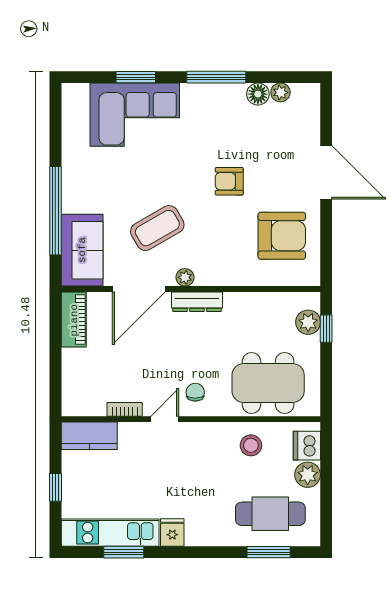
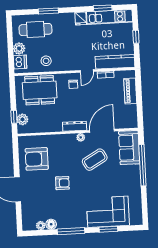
piano: (74, 320) -> (130, 91), moved
kitchen counter: (89, 436) -> (115, 62), width x1.50
window: (269, 552) -> (48, 11), moved

